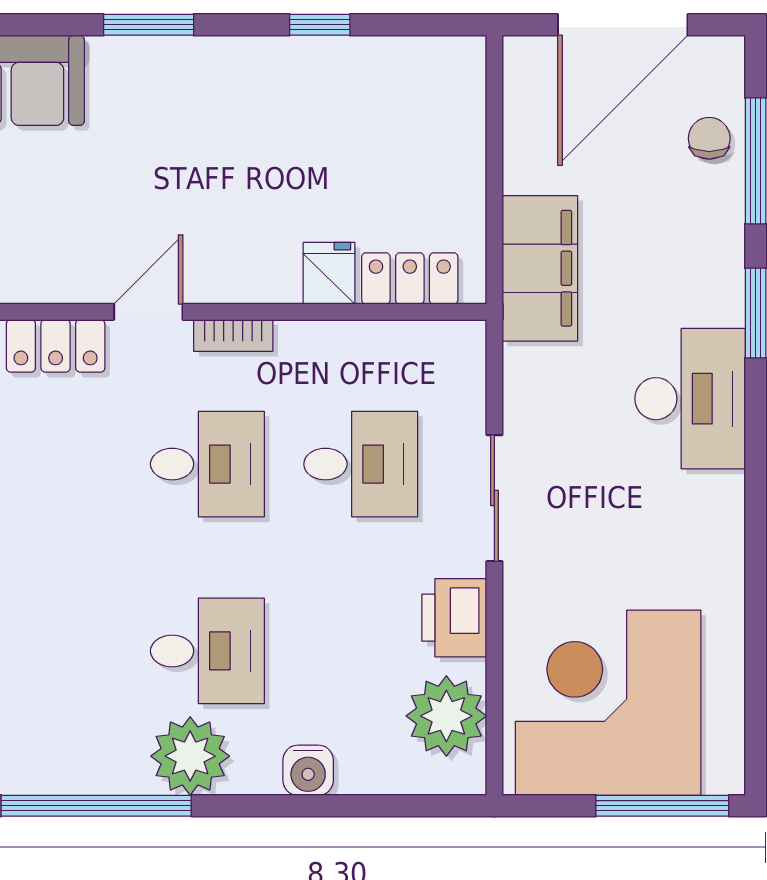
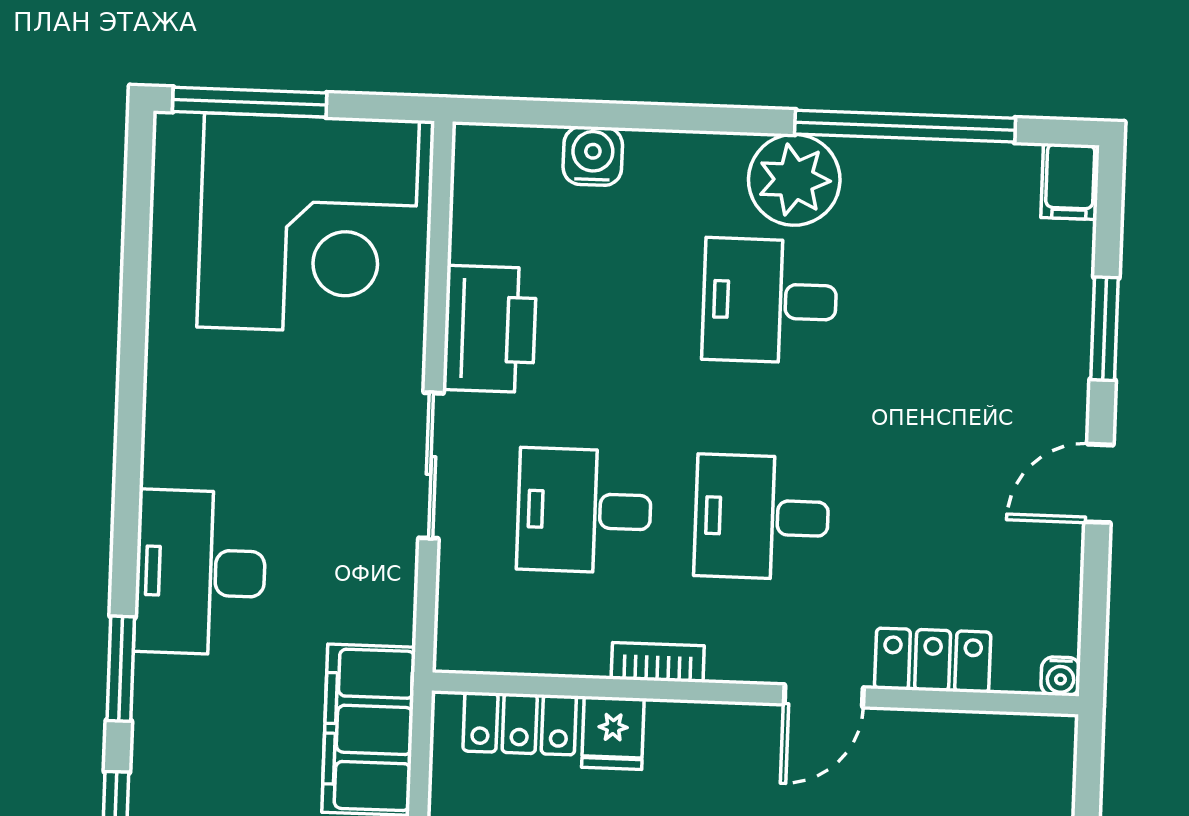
bookcase: (233, 335) -> (658, 662), moved
printer: (454, 618) -> (490, 329), width x1.37, depth x1.19
plant: (446, 716) -> (496, 215), removed
water cooler: (308, 770) -> (593, 156), moved

